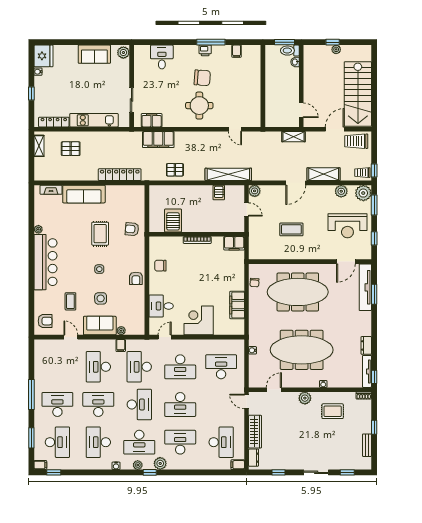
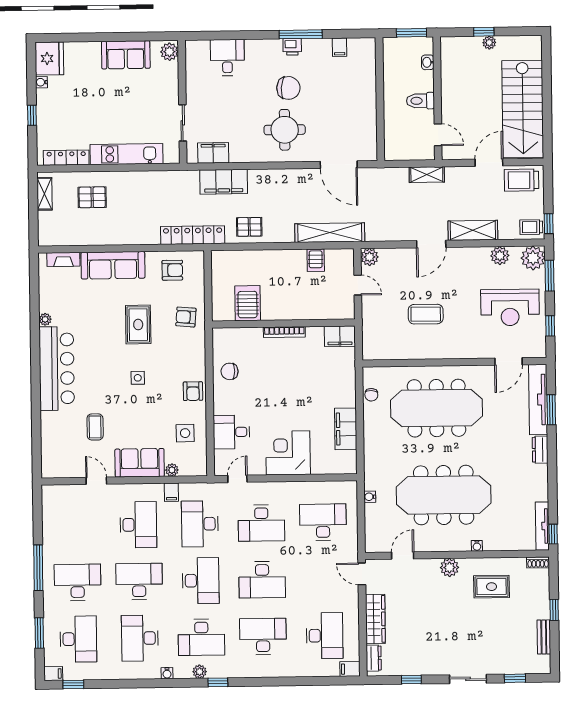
toilet: (290, 51) -> (420, 101), moved
door: (235, 129) -> (339, 165), width x1.87
locker: (120, 175) -> (193, 235), moved
side table: (101, 298) -> (185, 433), moved
armchair: (45, 321) -> (172, 270), moved
dresser: (366, 345) -> (540, 450), moved
desk: (98, 367) -> (138, 525), turned 180
plant: (160, 463) -> (233, 669), removed

